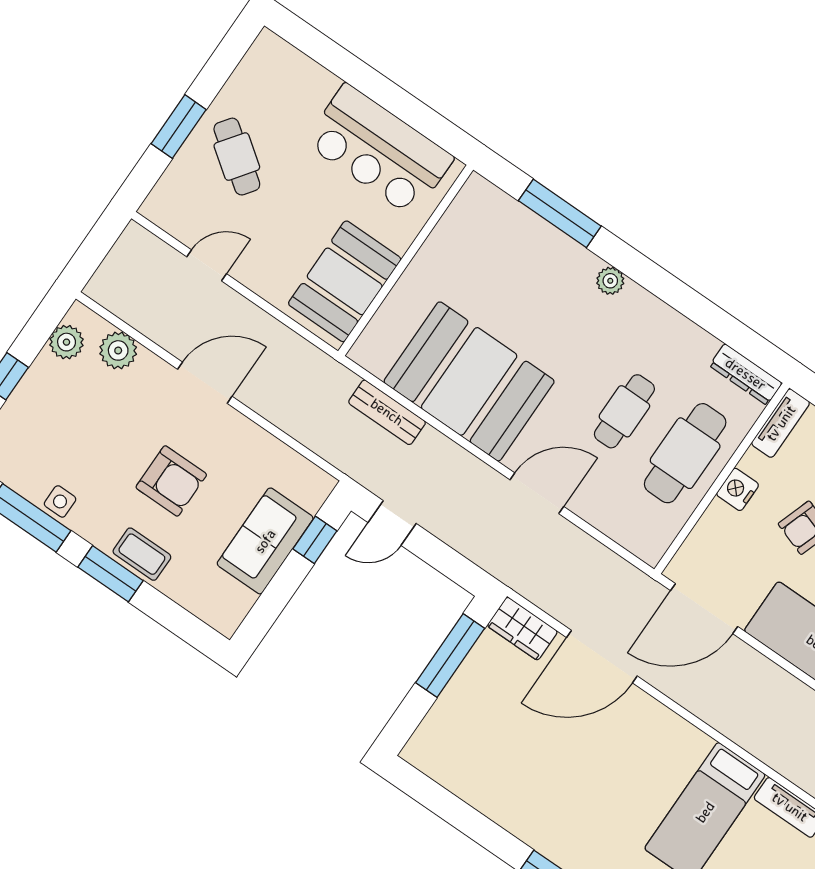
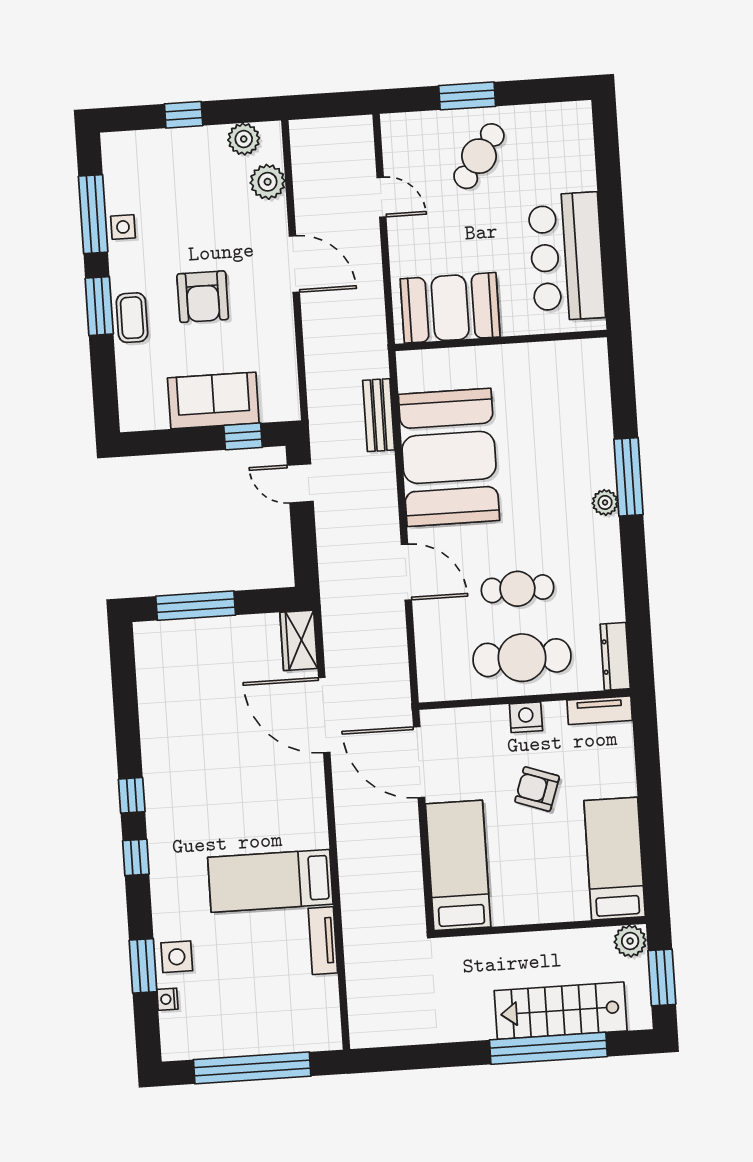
window: (560, 213) -> (629, 477), moved
window: (450, 656) -> (196, 606), moved

